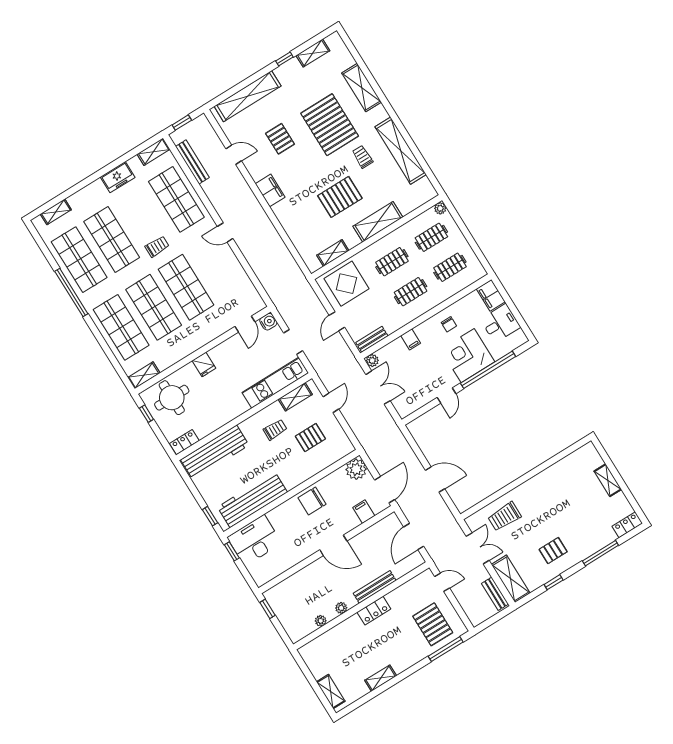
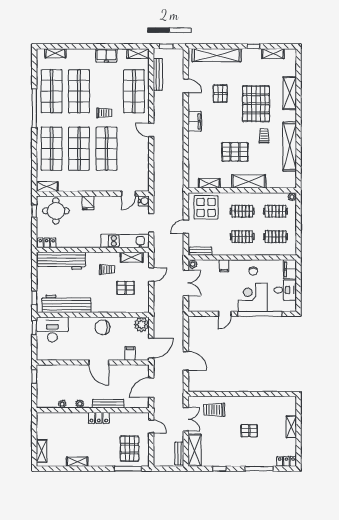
pallet: (553, 551) -> (249, 431), moved

